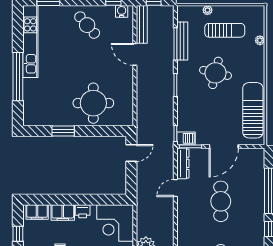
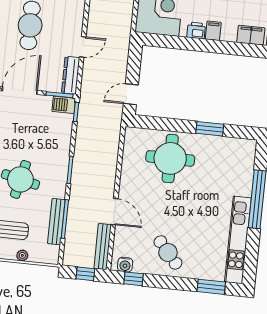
filing cabinet: (63, 213) -> (213, 31), width x0.50

